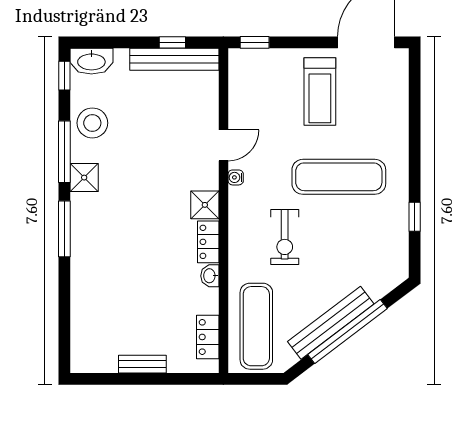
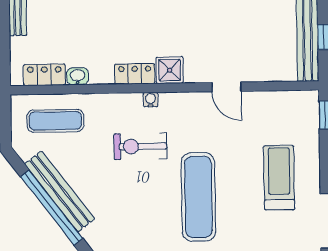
treadmill: (320, 92) -> (279, 178), turned 90
water cooler: (236, 177) -> (150, 100), moved
washbasin: (210, 276) -> (78, 76), moved
exercise mat: (256, 326) -> (55, 121), width x0.73, depth x0.69

